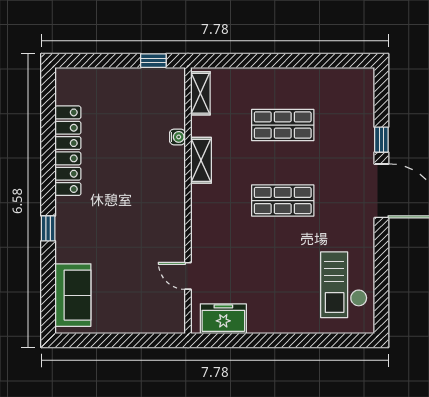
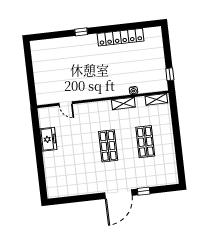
door: (188, 276) -> (66, 104), swing flipped
checkout: (344, 285) -> (70, 181), removed
sofa: (73, 295) -> (50, 48), removed
freezer: (223, 319) -> (48, 139), moved

